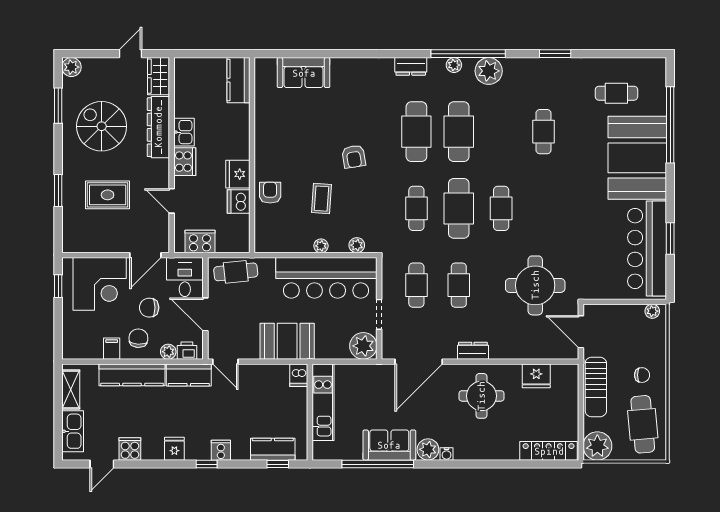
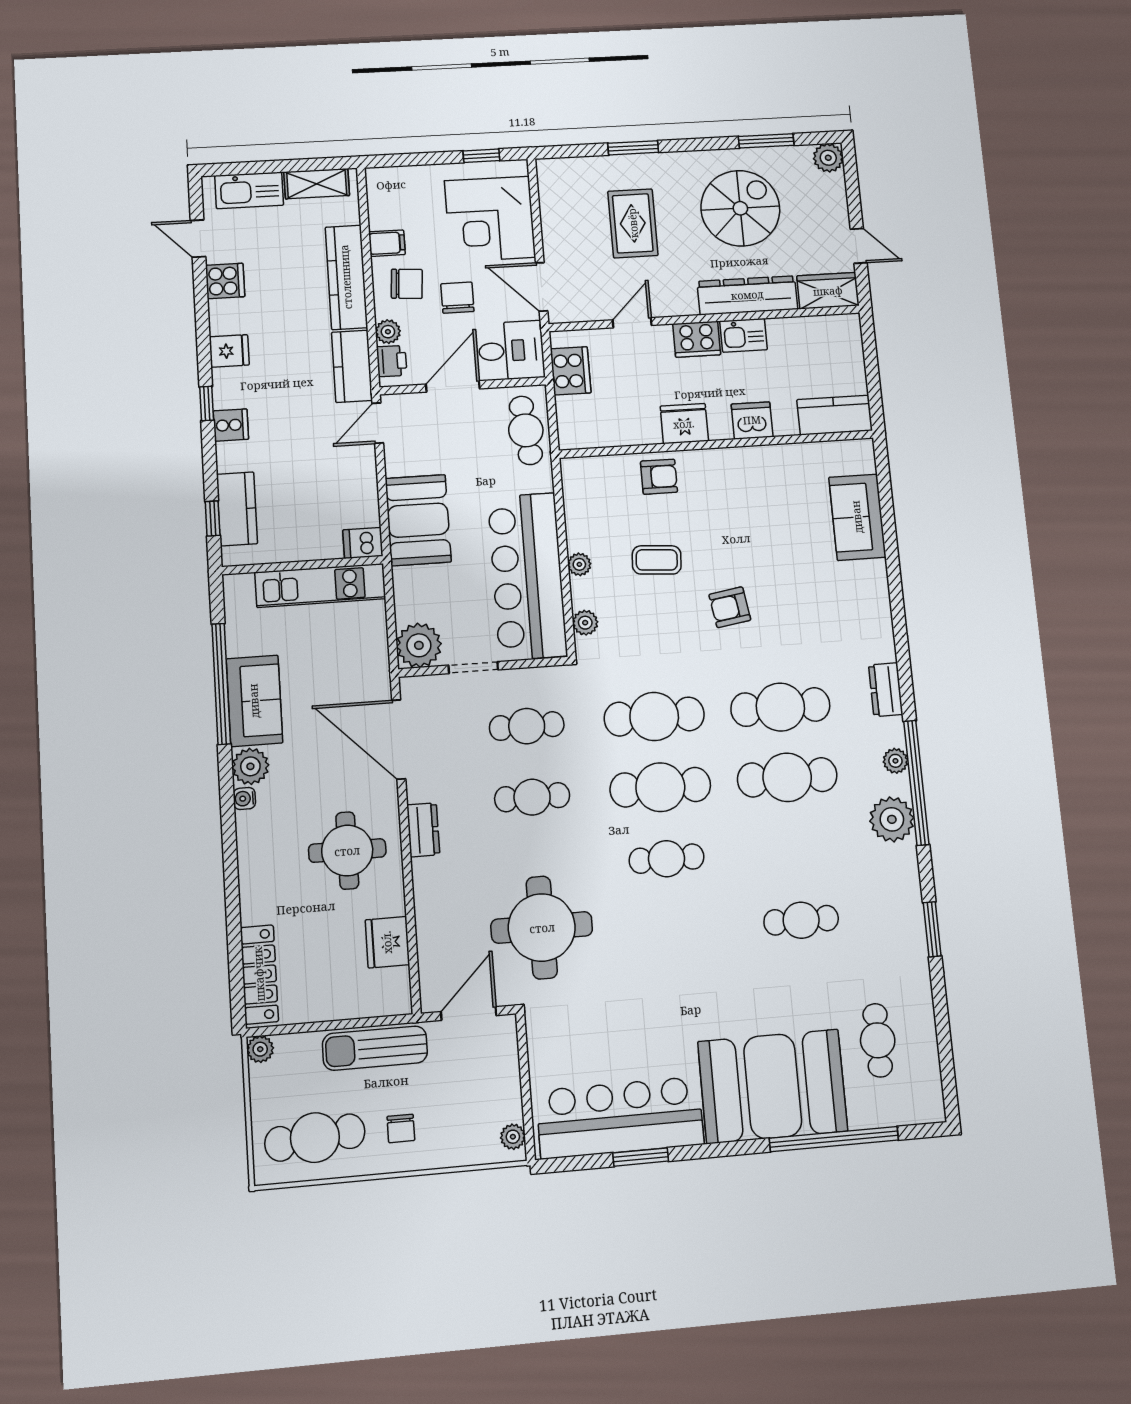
dishwasher: (239, 202) -> (752, 420), moved
cafe table: (416, 208) -> (654, 717), width x1.37, depth x1.35
plant: (597, 446) -> (260, 1049), width x0.53, depth x0.53

